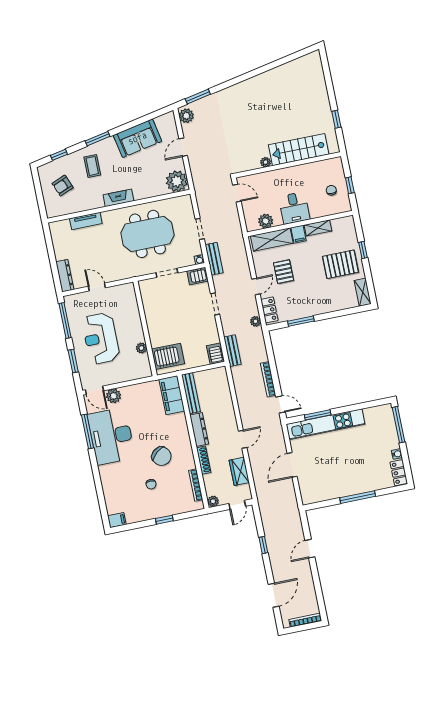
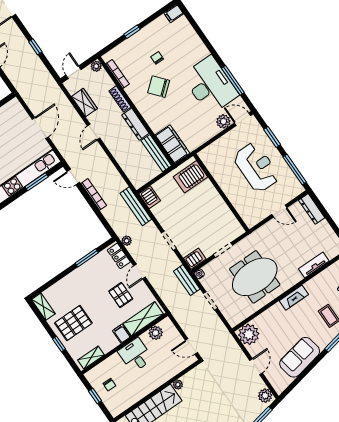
shelving: (318, 228) -> (91, 357), moved
plant: (141, 348) -> (217, 174), removed
bench: (233, 351) -> (136, 206), width x1.36

